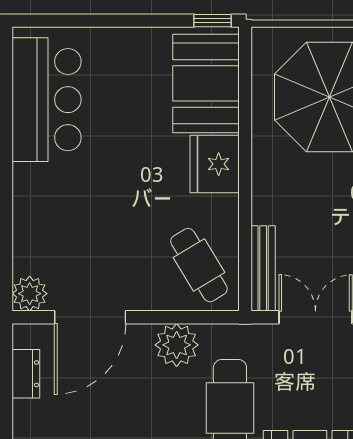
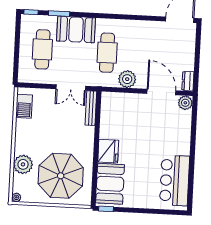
cafe table: (199, 265) -> (117, 111), removed
door: (90, 317) -> (161, 92), hinge flipped
dresser: (26, 374) -> (188, 81), moved

